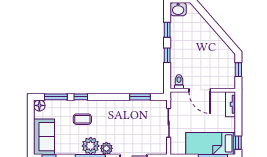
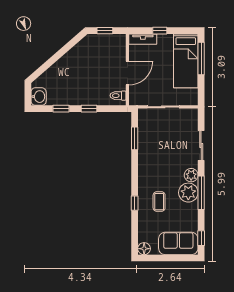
window: (56, 97) -> (135, 231), removed
window: (238, 143) -> (160, 31), moved

